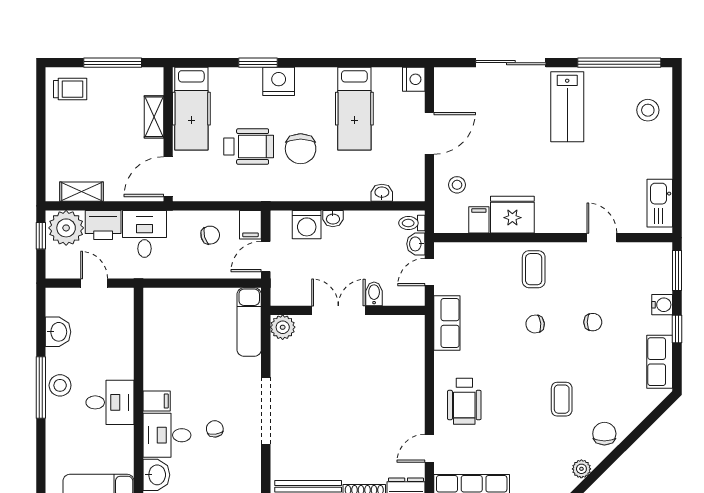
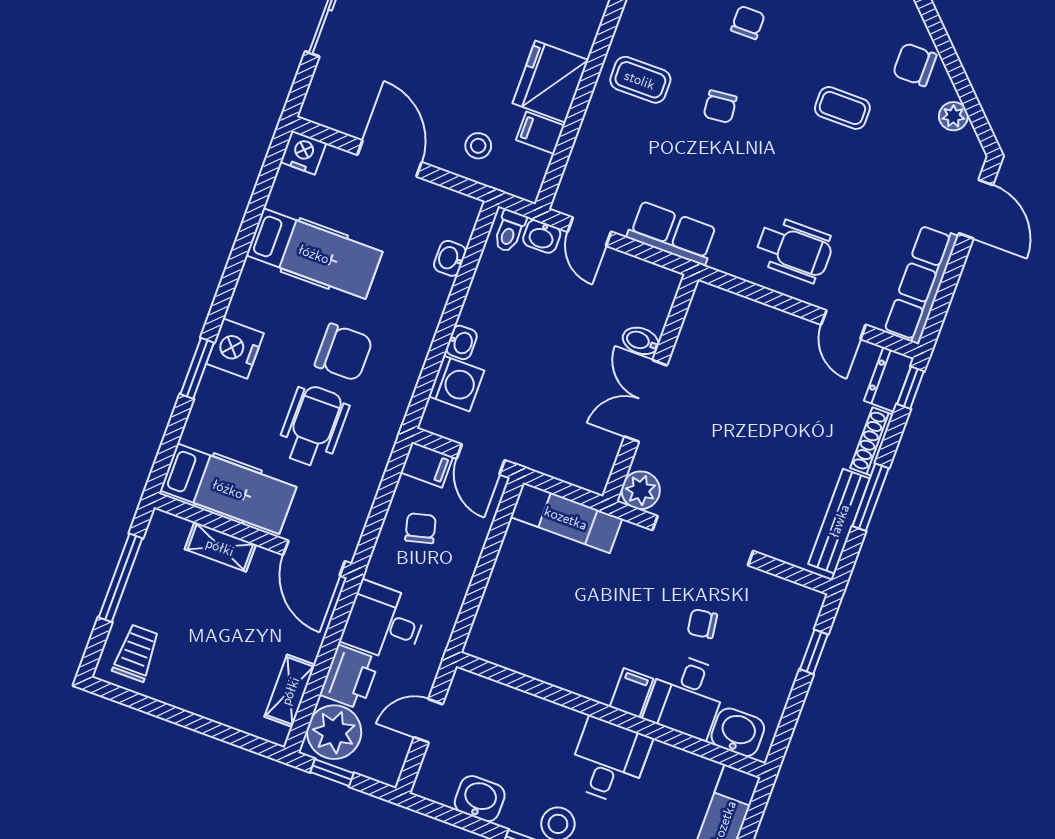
bidet: (374, 294) -> (641, 341), moved
double door: (338, 310) -> (646, 401), moved
wall: (348, 310) -> (651, 388), moved
plant: (283, 327) -> (641, 490), moved

